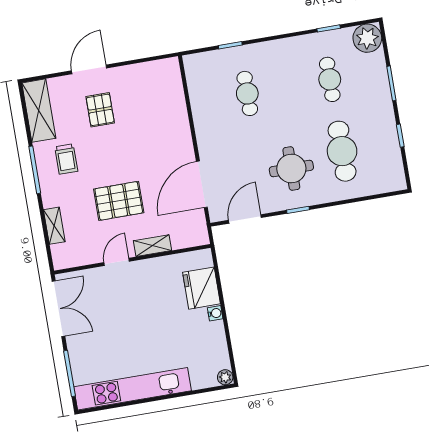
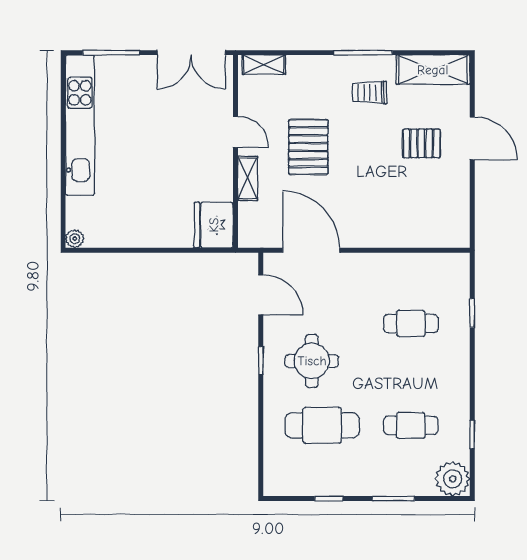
shelving: (54, 226) -> (264, 65), moved
fridge: (201, 288) -> (214, 225), moved, turned -90
water cooler: (215, 313) -> (154, 240), removed

